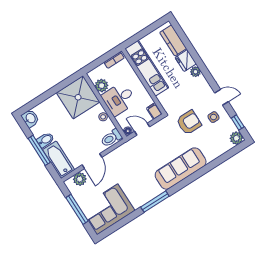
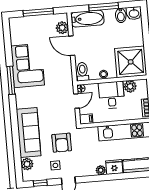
plant: (236, 138) -> (27, 164), moved
bidet: (45, 140) -> (121, 15), moved
sofa: (181, 169) -> (29, 132), moved
corner sofa: (107, 209) -> (28, 65), moved

